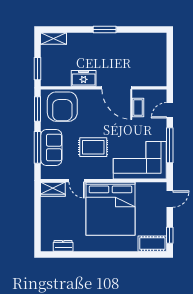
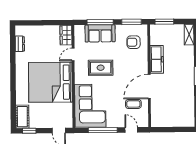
freezer: (84, 78) -> (157, 59), width x1.40
armchair: (62, 107) -> (134, 42), width x0.53, depth x0.53
rug: (93, 147) -> (101, 68), turned 90

